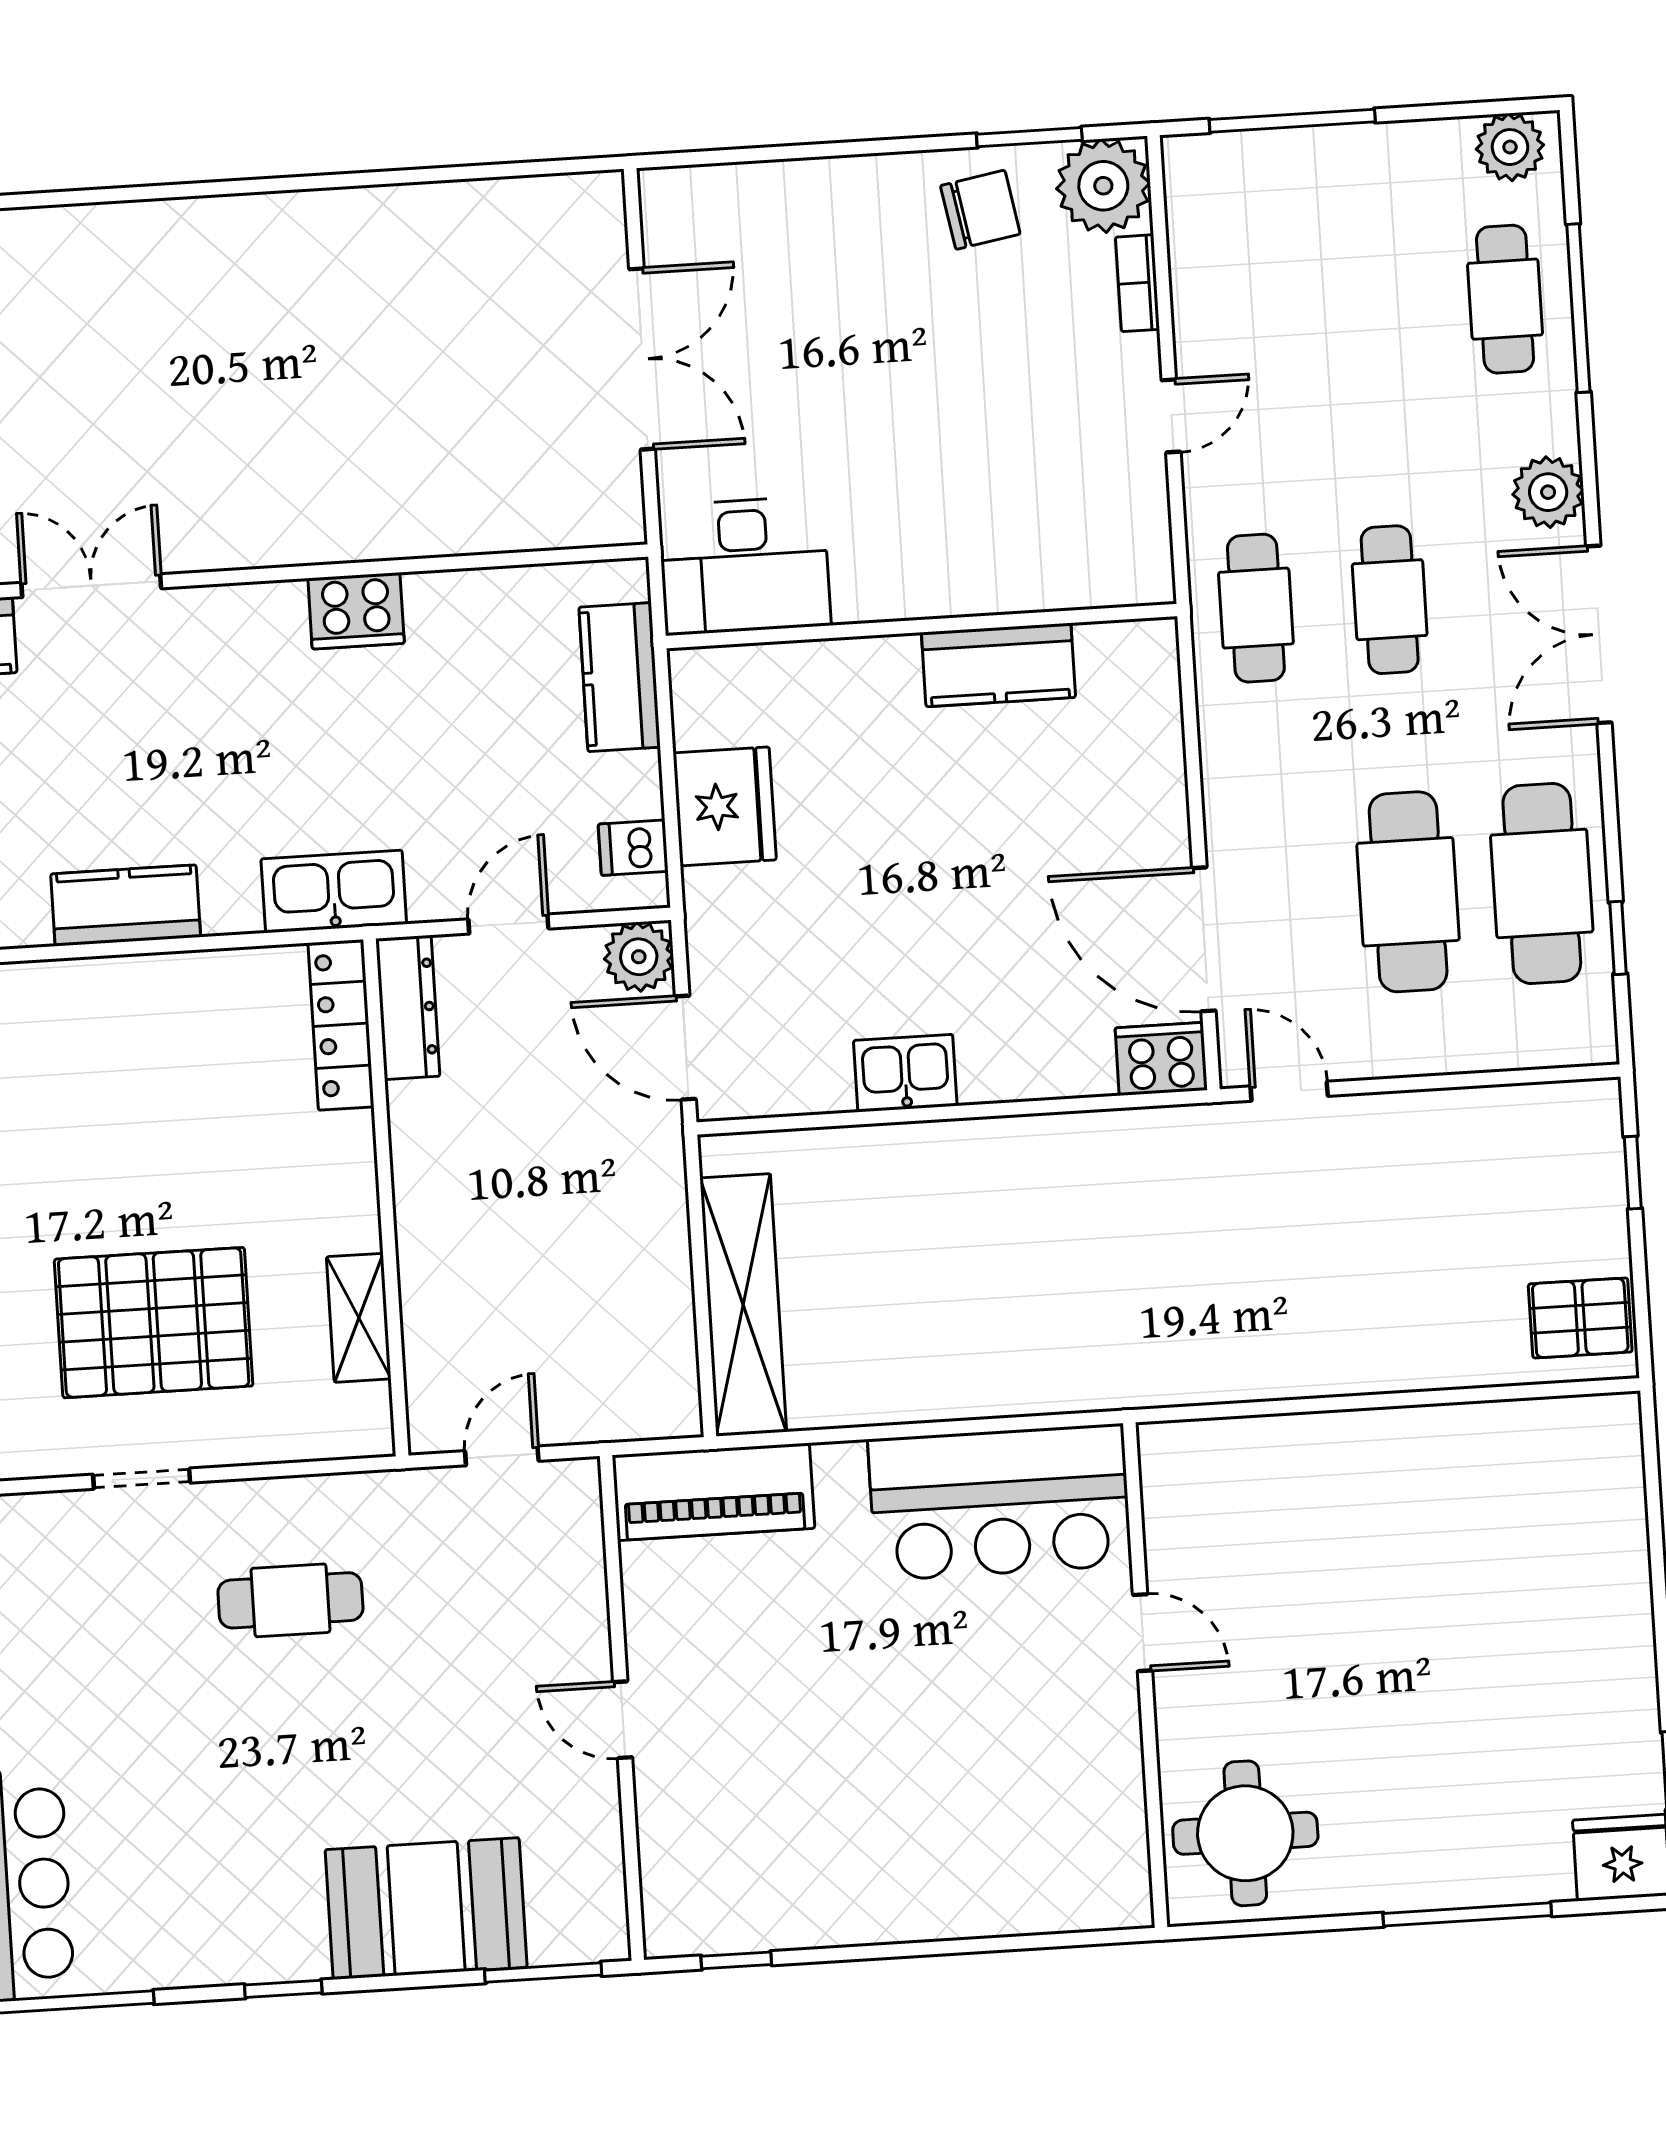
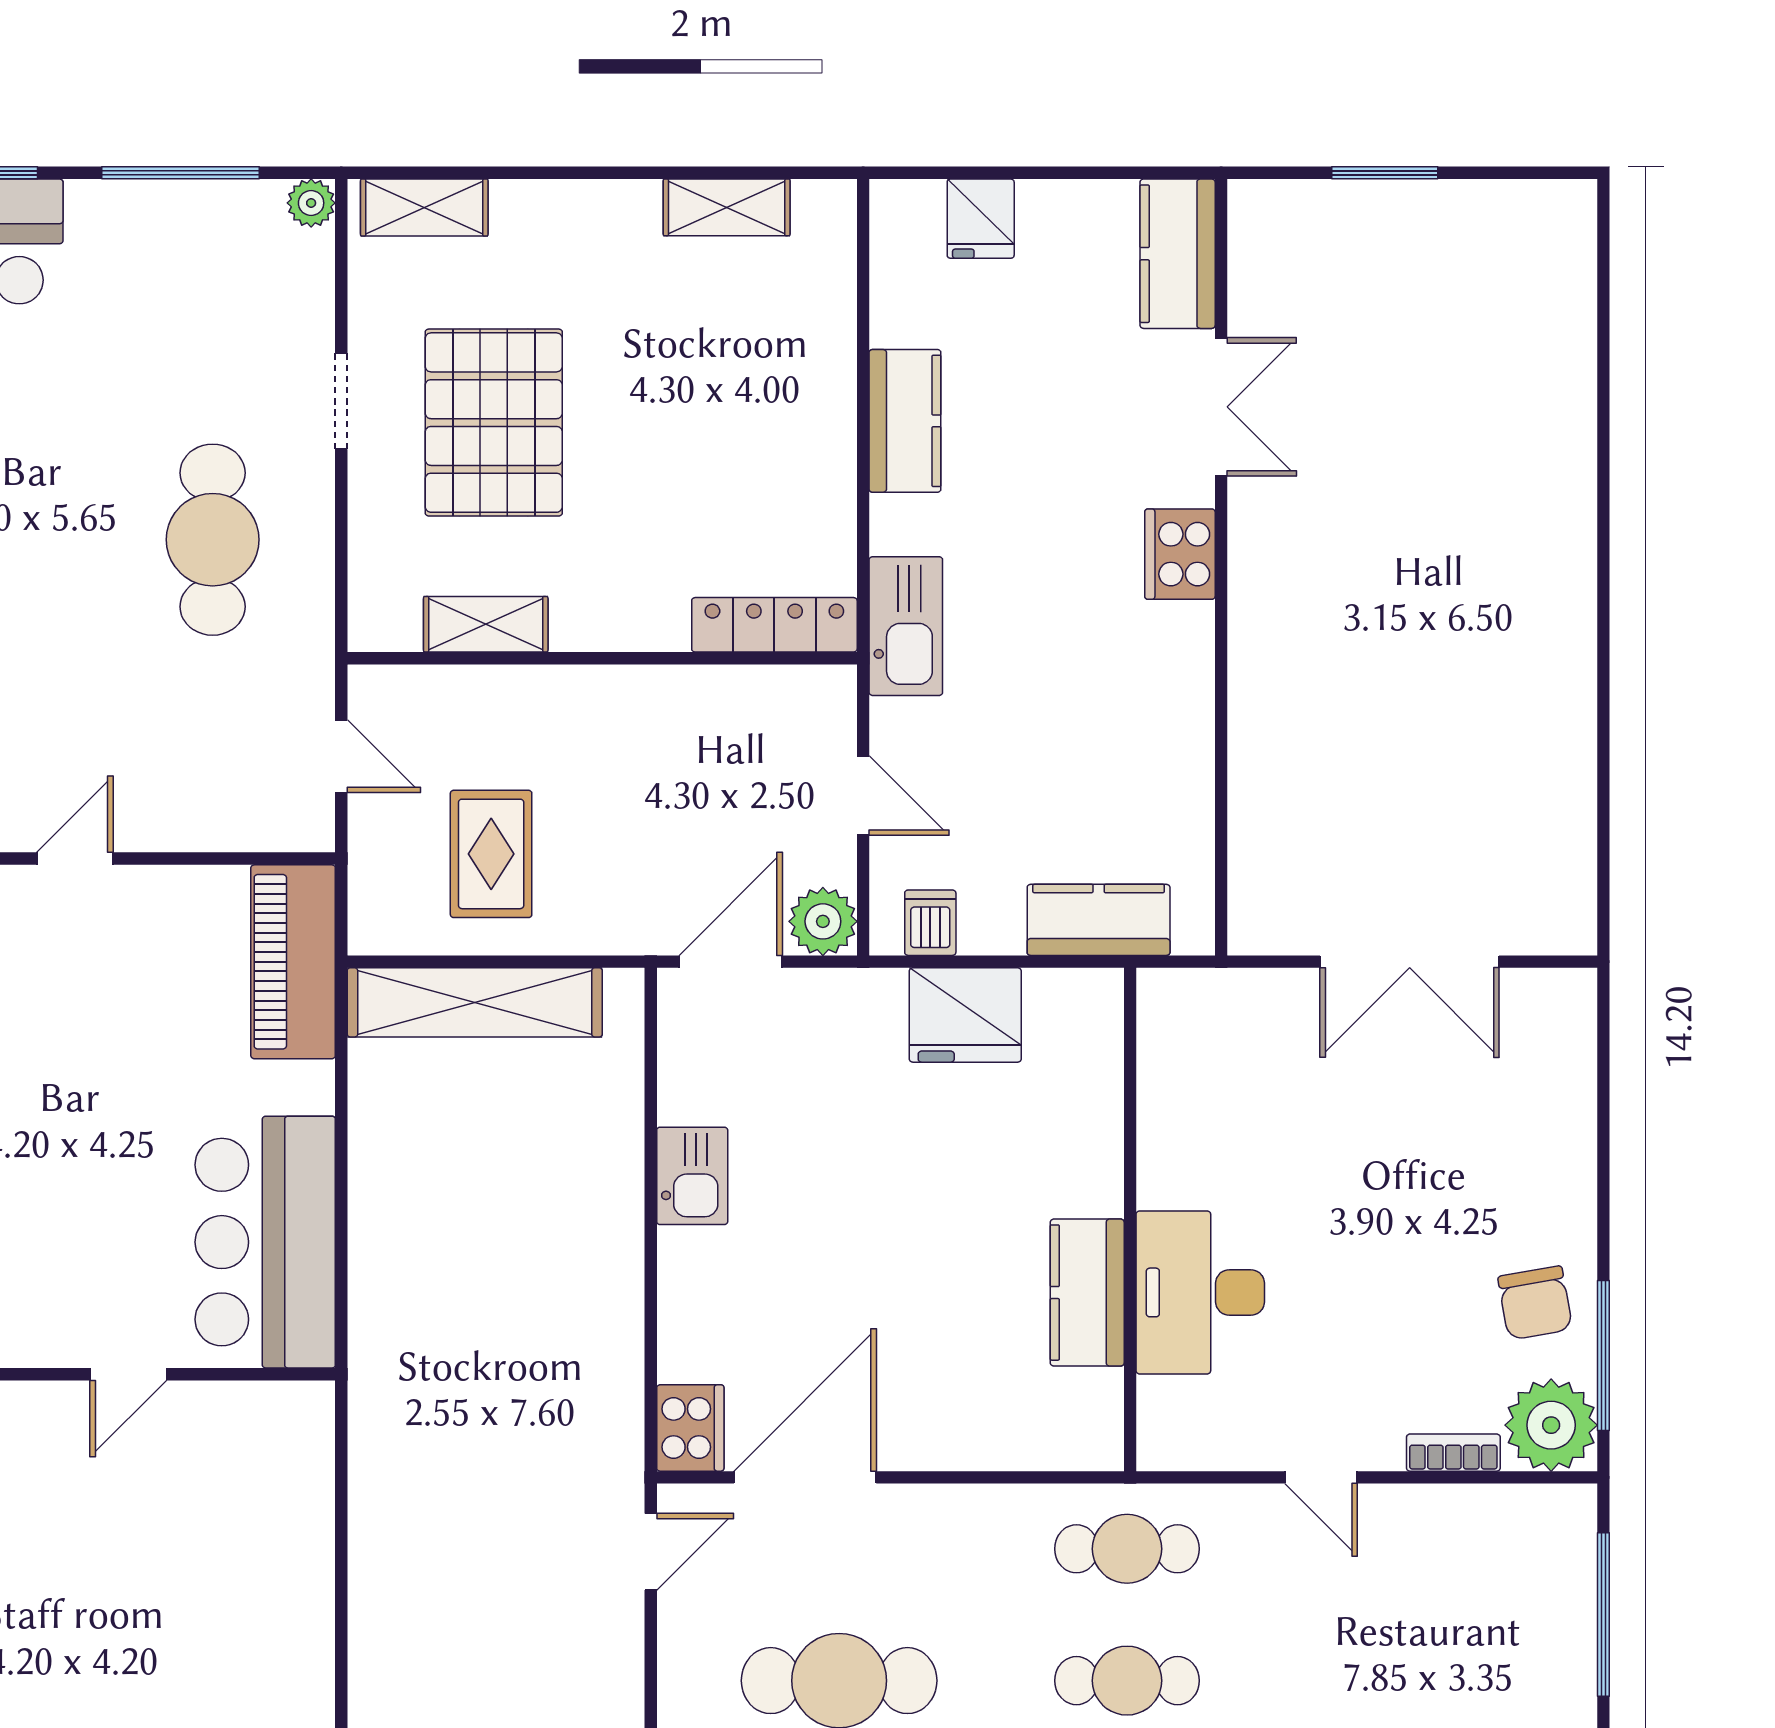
window: (1029, 137) -> (1603, 1355), width x1.44
desk: (744, 566) -> (1200, 1292), moved
cooker: (356, 611) -> (1180, 554), moved
dresser: (408, 1007) -> (787, 692), removed
rug: (591, 1298) -> (491, 854), added
cafe table: (290, 1600) -> (213, 540), width x1.37, depth x1.35

